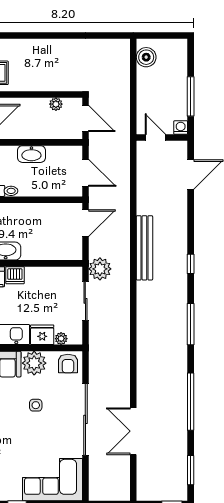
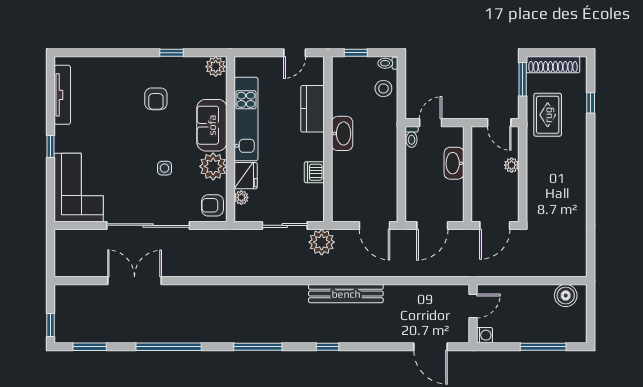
window: (191, 96) -> (543, 347), moved
plant: (56, 104) -> (512, 165), moved
dishwasher: (15, 275) -> (314, 172), moved

